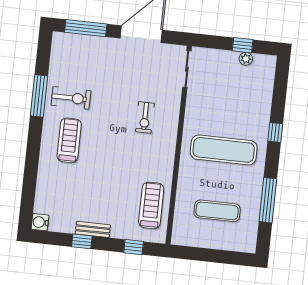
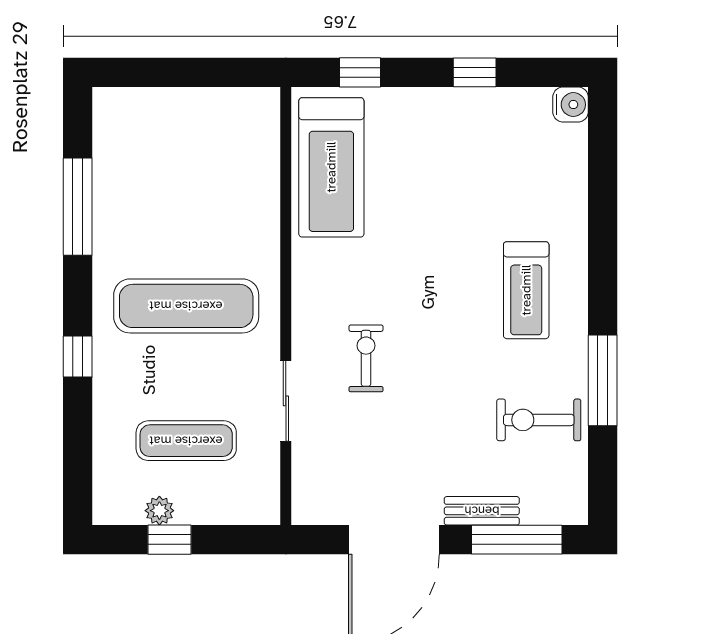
sliding door: (187, 69) -> (286, 401), moved
exercise bike: (71, 98) -> (539, 420), moved
treadmill: (151, 205) -> (331, 167), width x1.37, depth x1.38
exercise mat: (217, 211) -> (186, 441), moved
bench: (93, 229) -> (482, 511), moved

